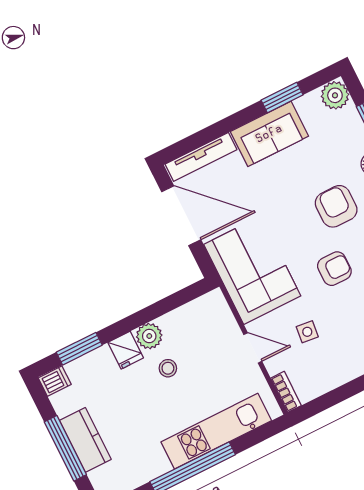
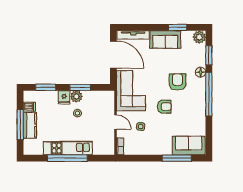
window: (148, 314) -> (80, 87), added
dishwasher: (55, 381) -> (29, 107), moved
kitchen unit: (216, 431) -> (68, 148), moved

